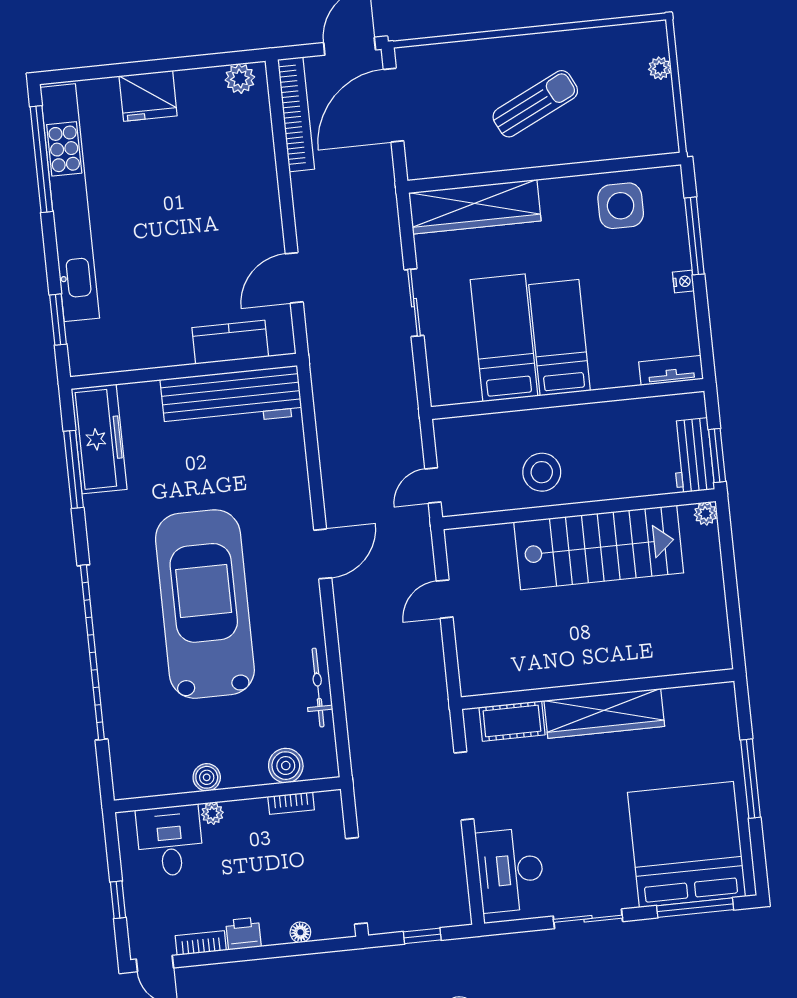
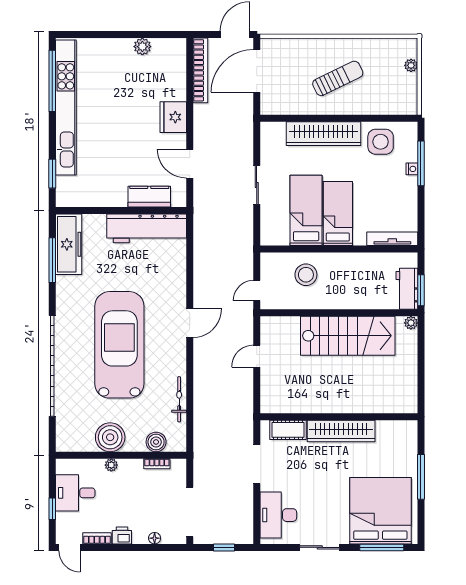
plant: (240, 79) -> (142, 47), moved
fridge: (148, 96) -> (173, 117), moved, turned 90
wardrobe: (475, 207) -> (324, 134), moved
door: (294, 278) -> (190, 164), hinge flipped
nightstand: (683, 281) -> (412, 169), moved
tv unit: (671, 370) -> (392, 239), width x1.41
stool: (542, 472) -> (306, 275), moved
boiler: (207, 777) -> (110, 437), width x1.86, depth x1.86
desk: (170, 841) -> (75, 493), moved, turned -90

